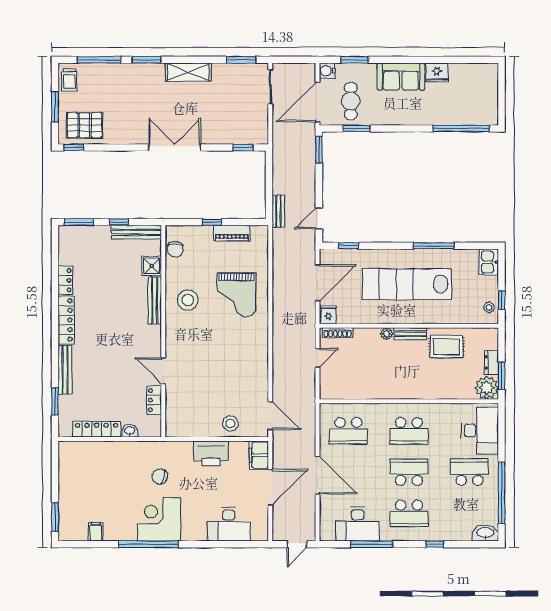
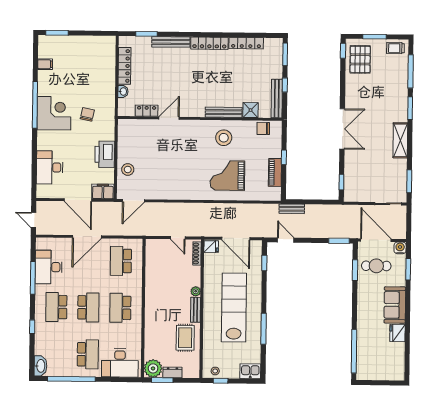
locker: (65, 280) -> (246, 43), width x1.53

